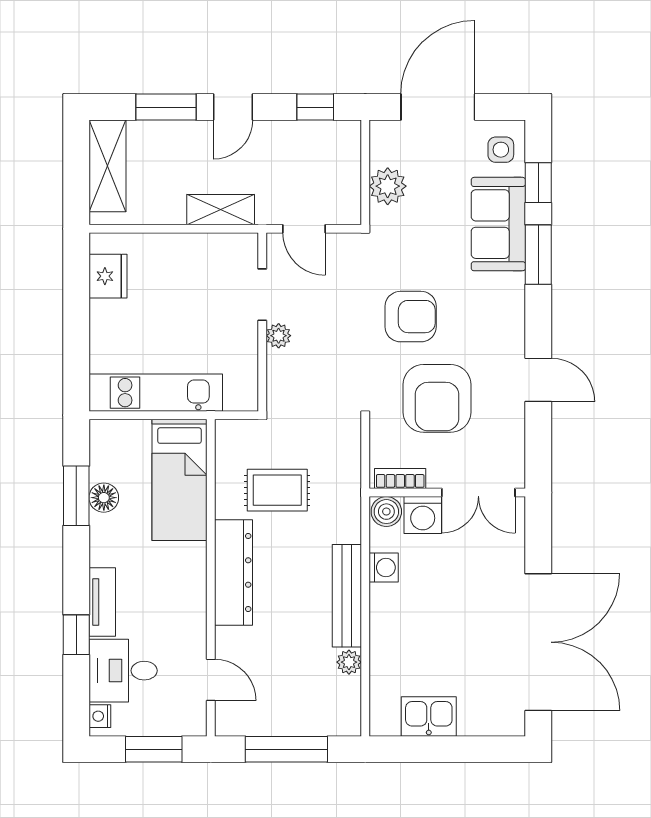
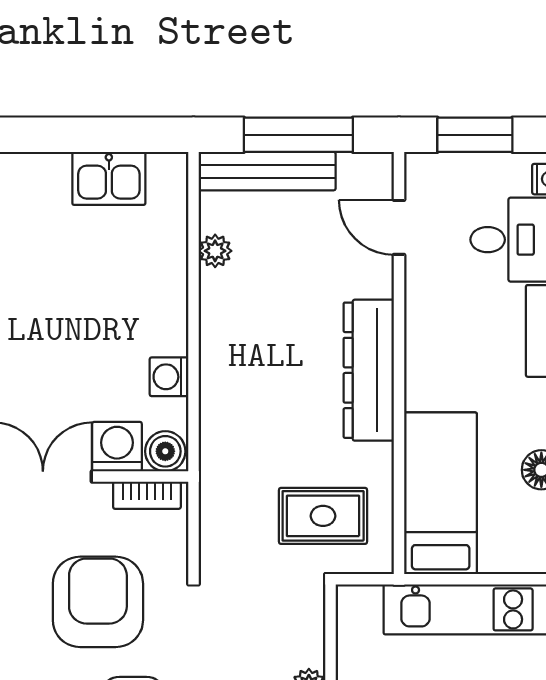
rug: (277, 490) -> (323, 516), moved
bench: (347, 596) -> (267, 171), moved, turned 90

